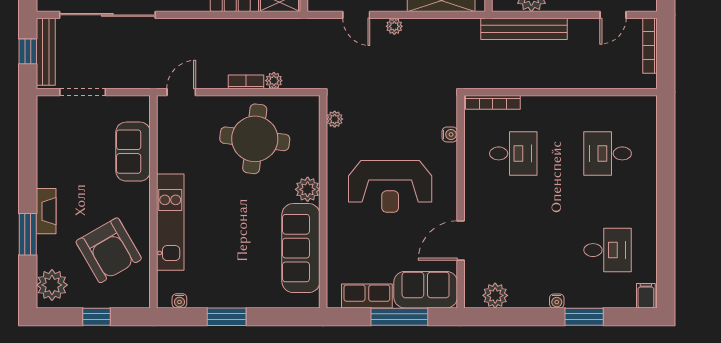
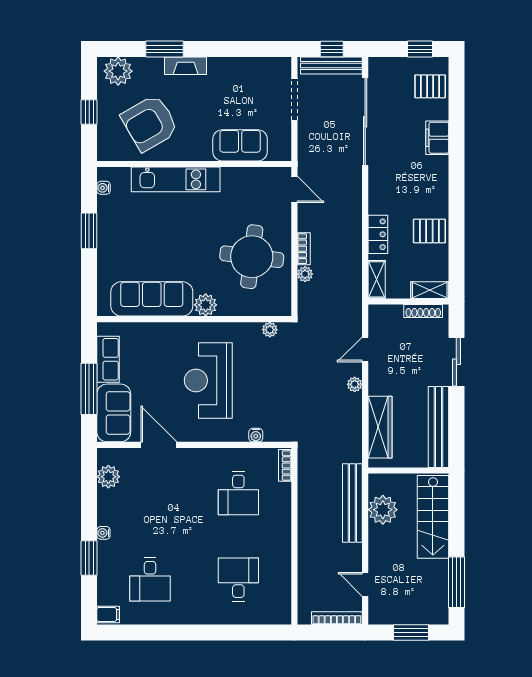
bookcase: (493, 102) -> (285, 465), width x0.64

